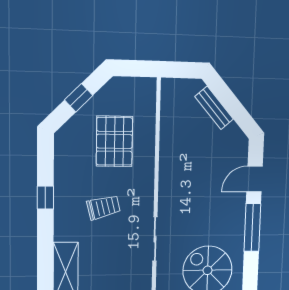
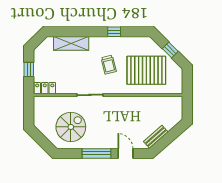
bench: (214, 108) -> (156, 137), moved
pallet: (114, 141) -> (146, 70), width x1.37, depth x1.41

